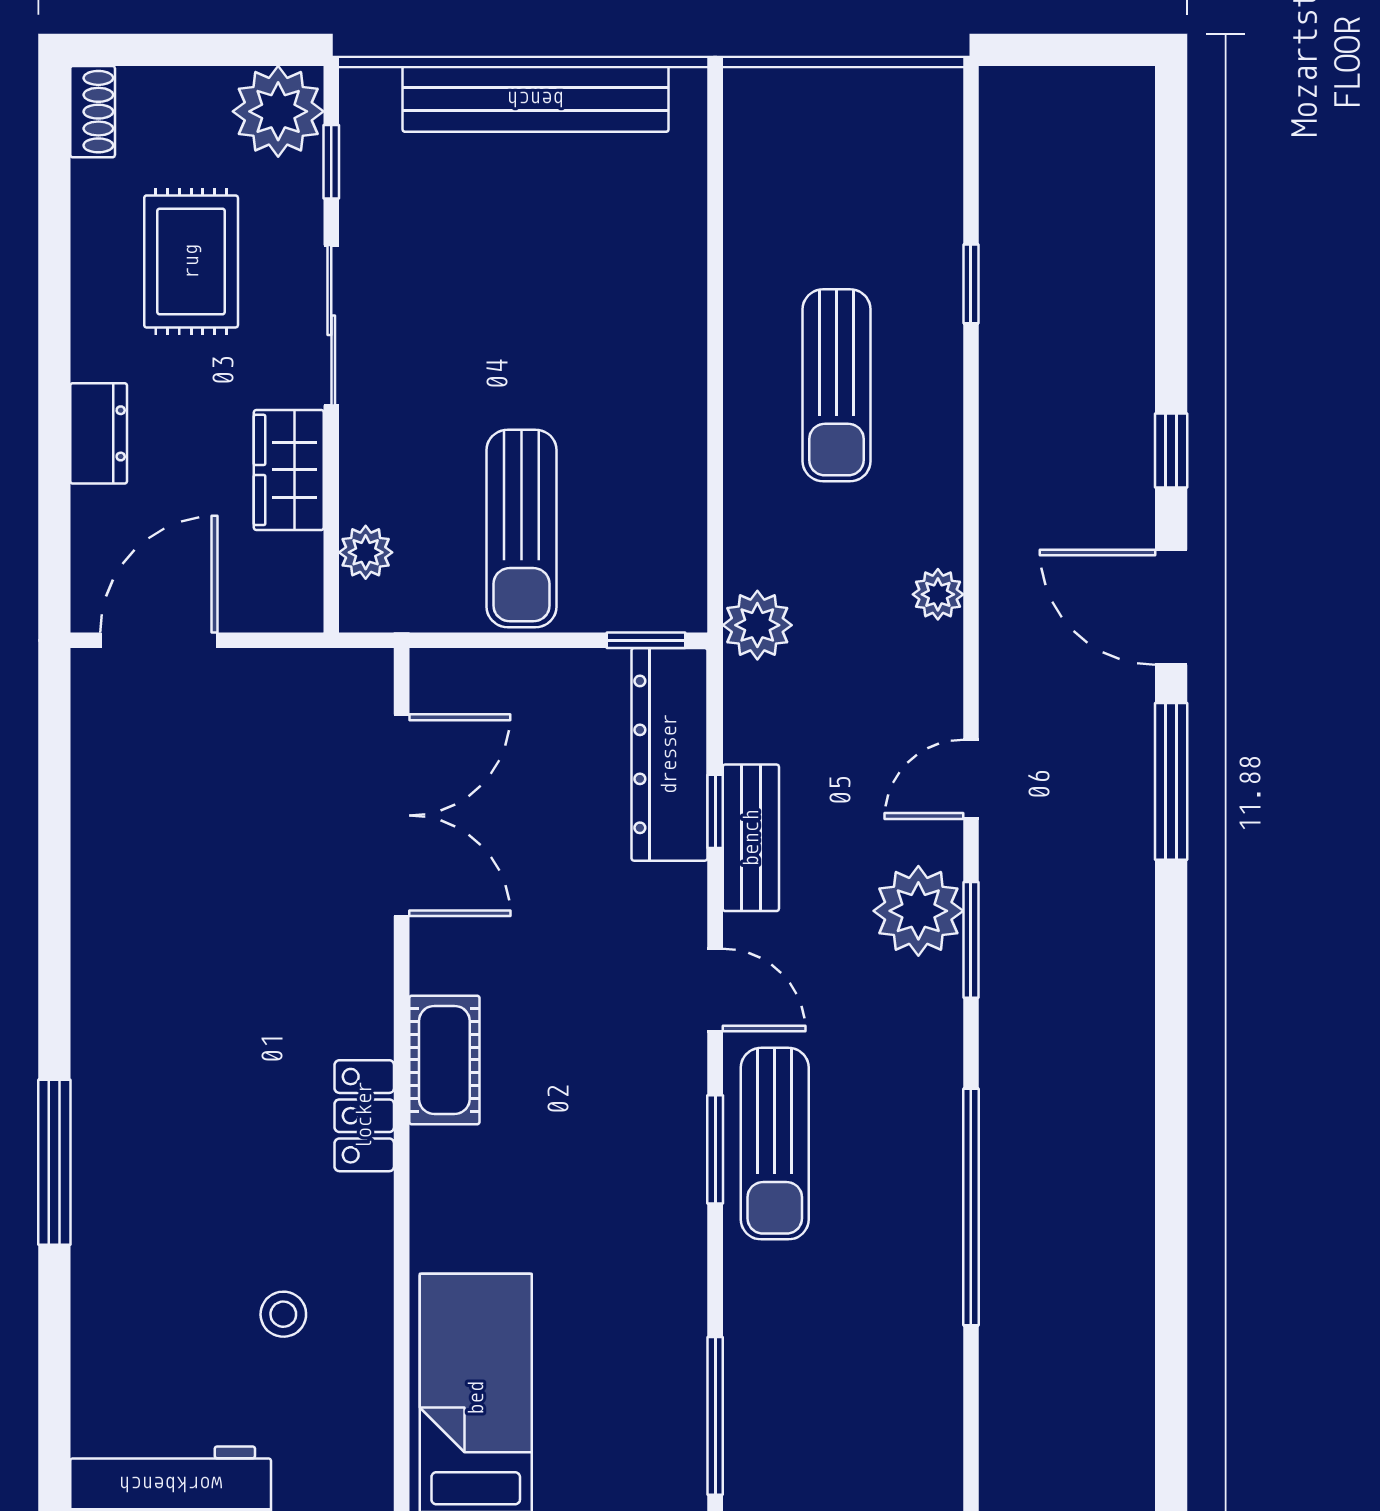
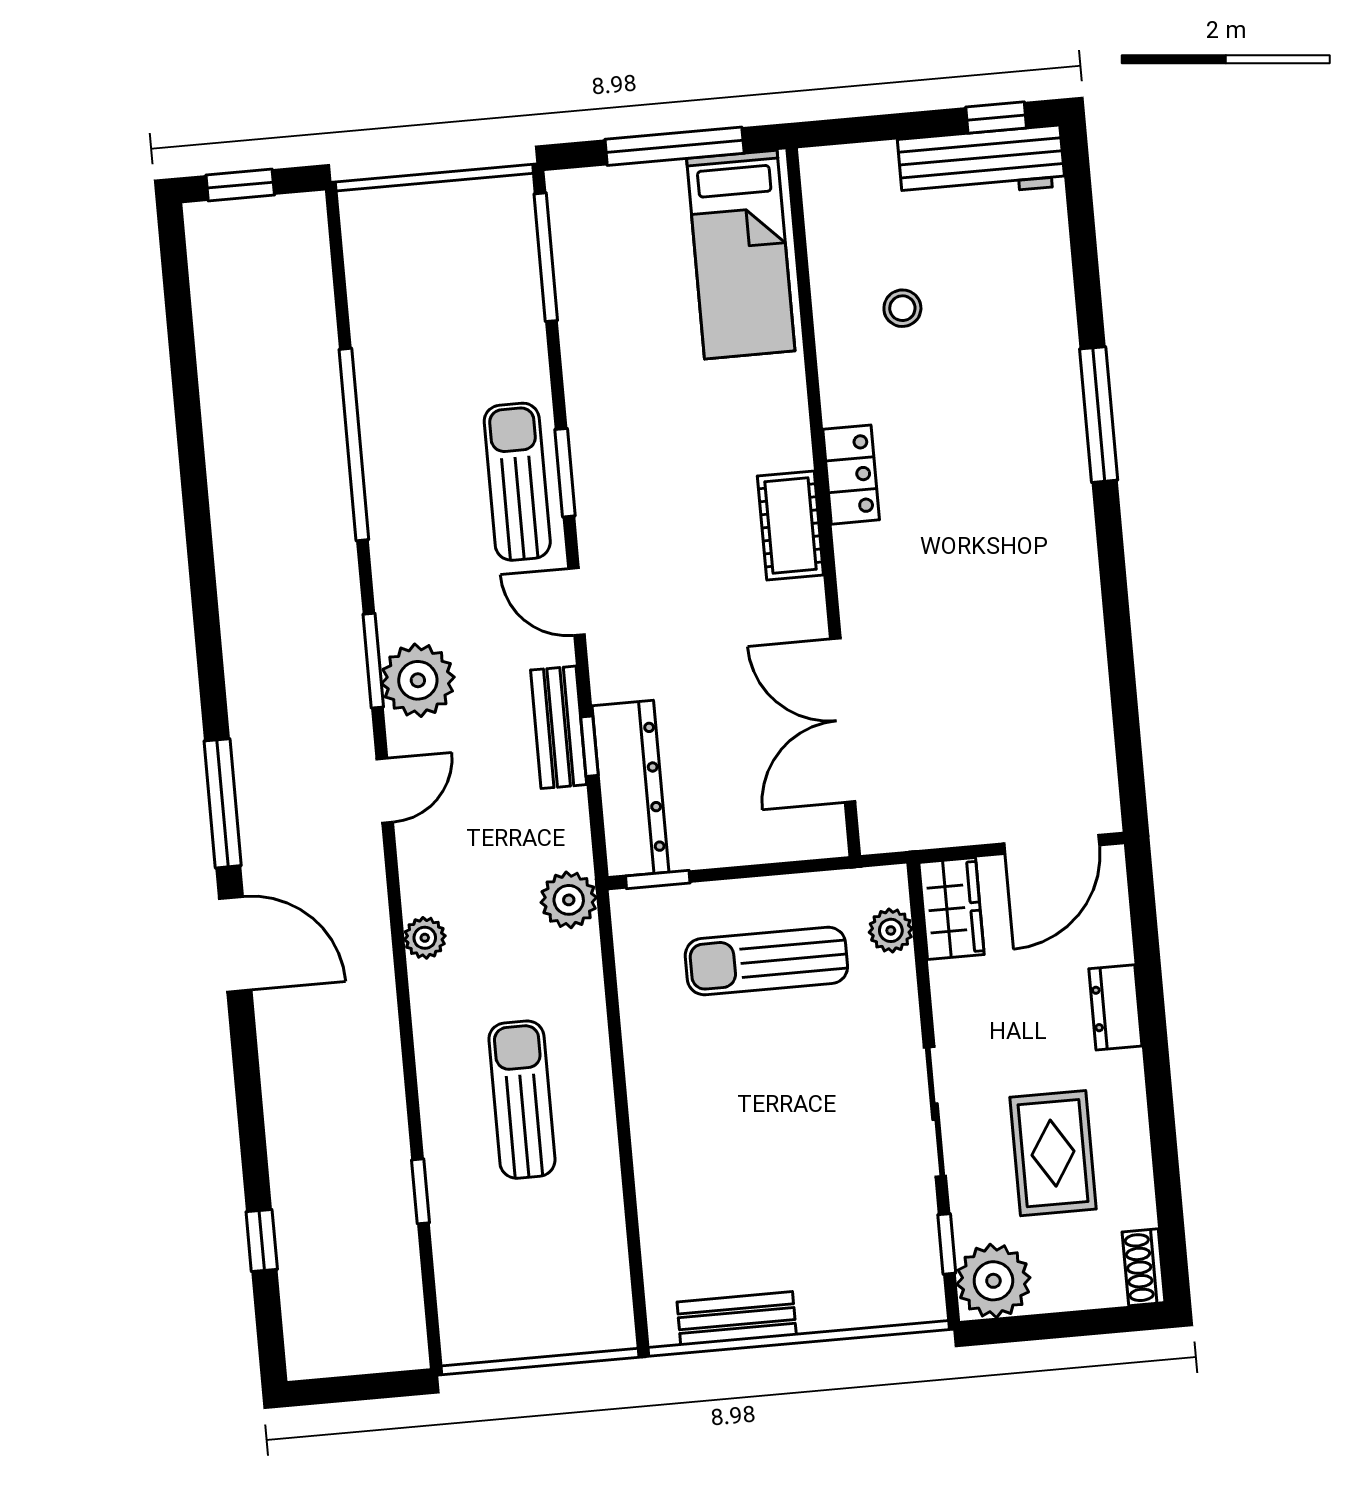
bench: (536, 99) -> (737, 1319), width x0.54, depth x0.82
window: (1171, 451) -> (262, 1241), moved
wardrobe: (289, 470) -> (952, 909), moved
sun lounger: (522, 528) -> (766, 961), turned -90

